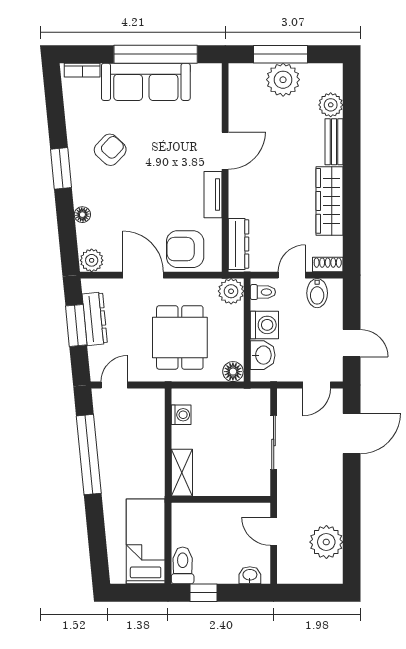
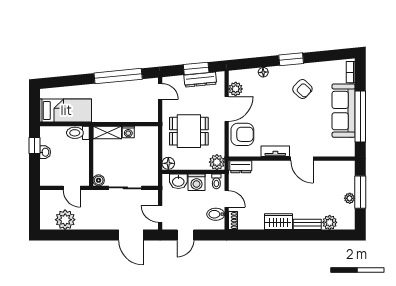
plant: (283, 80) -> (350, 198), width x0.53, depth x0.53
wardrobe: (329, 201) -> (278, 222), width x0.67
dresser: (239, 244) -> (241, 167), width x0.70
armchair: (185, 249) -> (242, 134), turned 90
plant: (92, 260) -> (236, 89), moved
washing machine: (181, 415) -> (128, 132), moved
boiler: (261, 487) -> (99, 180), added
door: (274, 531) -> (72, 188), swing flipped
toilet: (183, 565) -> (78, 133), moved, turned 180
washbasin: (250, 575) -> (45, 152), moved

